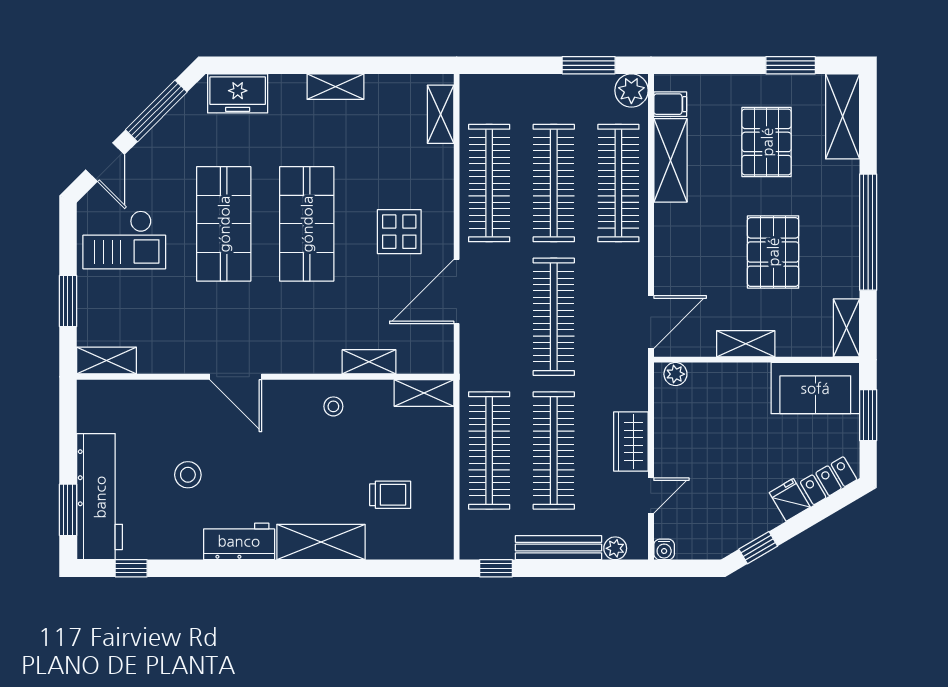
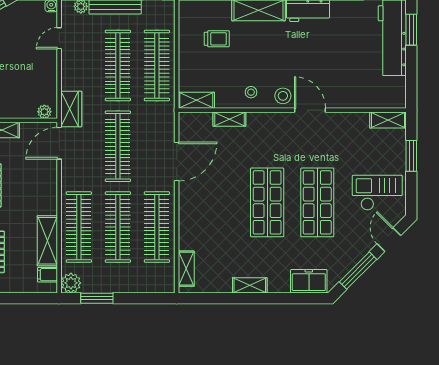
display table: (399, 232) -> (211, 198), removed
wardrobe: (631, 441) -> (71, 109), moved
stool: (188, 475) -> (283, 96), moved
trolley: (390, 495) -> (217, 39), turned 180

